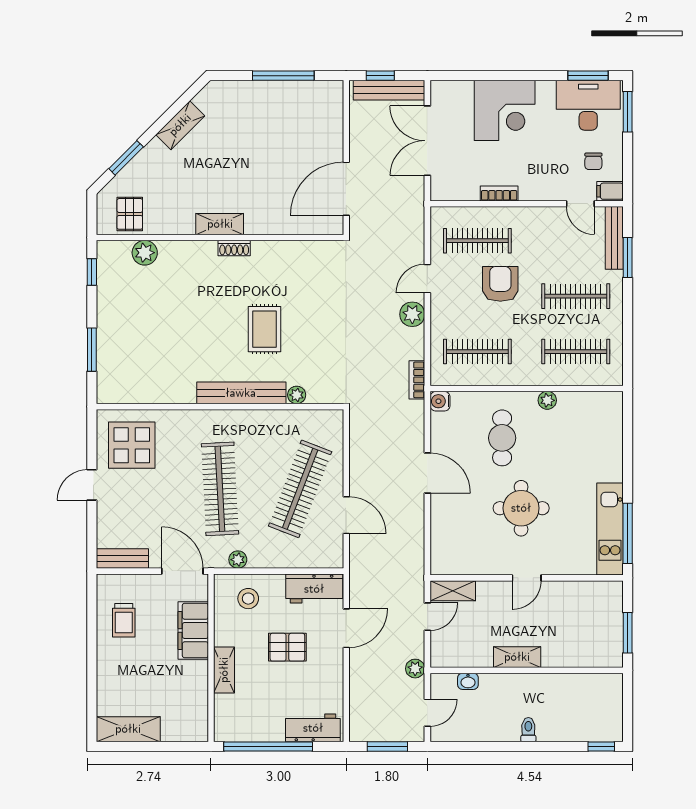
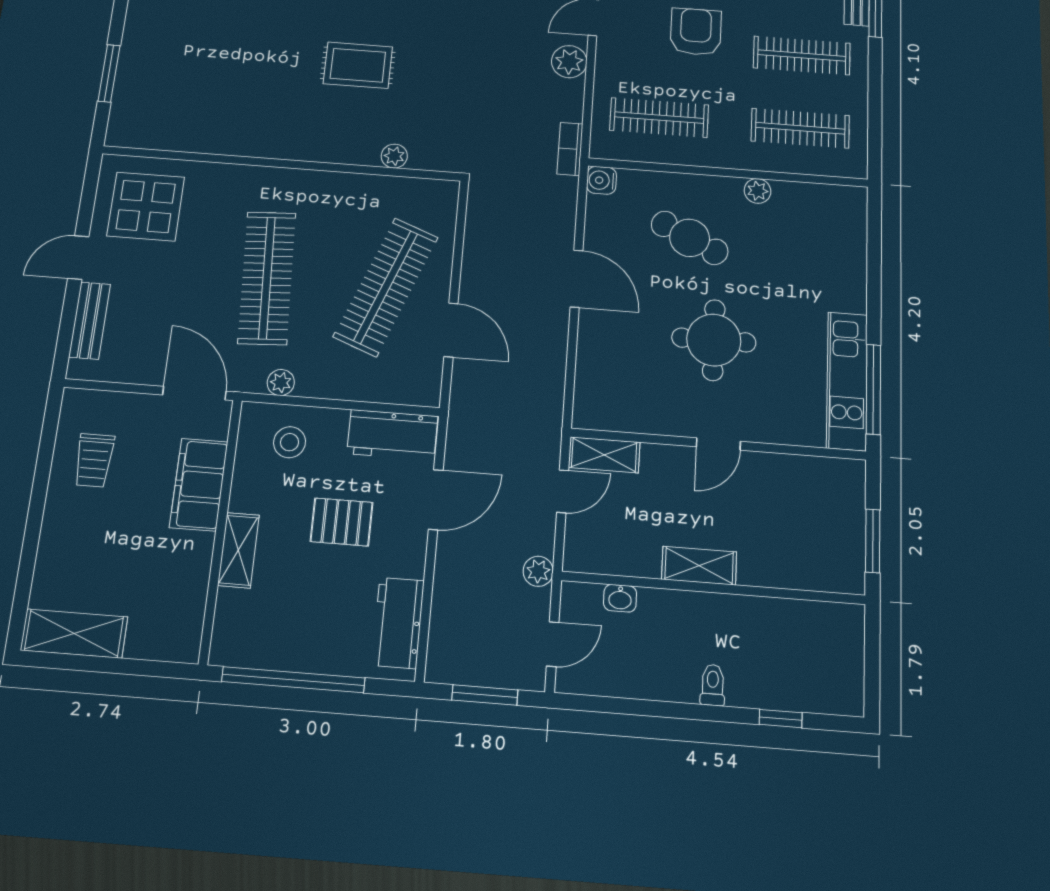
rug: (264, 329) -> (358, 65), turned 90
bench: (241, 393) -> (315, 147), removed
cafe table: (502, 438) -> (690, 238), turned -64
bench: (122, 558) -> (90, 321), moved, turned 90
workbench: (313, 728) -> (398, 623), moved, turned -90
window: (601, 746) -> (781, 718), moved

